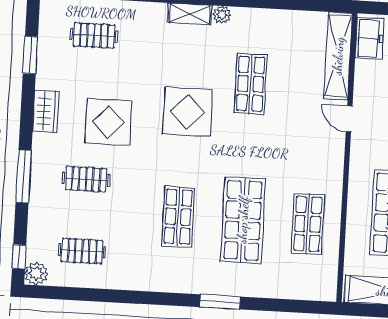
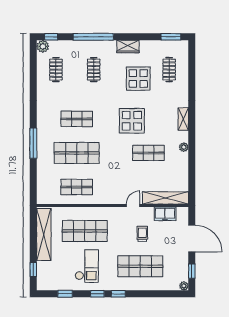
plant: (222, 15) -> (184, 147), moved
freezer: (369, 38) -> (165, 214), moved
window: (30, 55) -> (171, 37), moved
display table: (108, 122) -> (138, 79), moved
window: (24, 176) -> (93, 37), width x1.46
window: (220, 302) -> (33, 143), width x1.44

